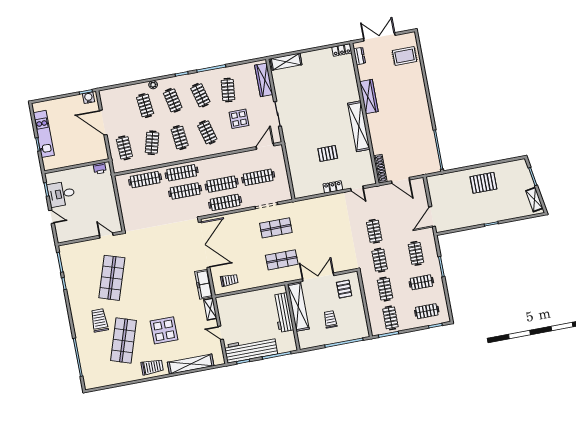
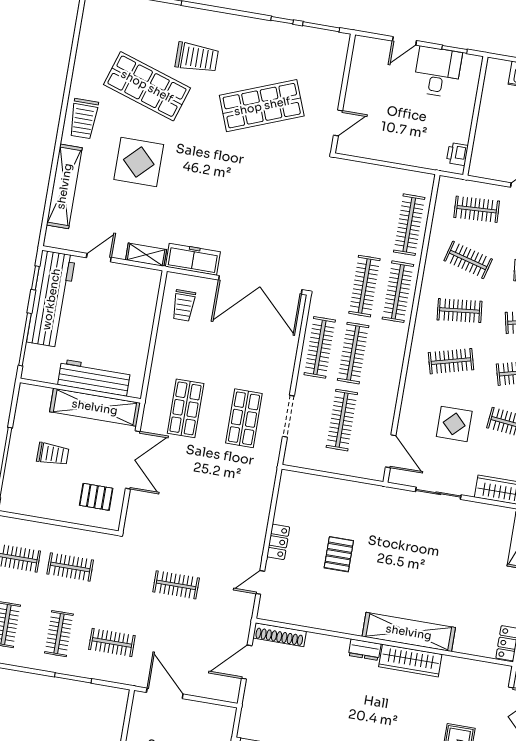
dresser: (359, 56) -> (365, 650), moved
shelving: (359, 126) -> (409, 632), moved
clothes rail: (380, 260) -> (123, 576), removed
shop shelf: (112, 278) -> (262, 106), turned -39

